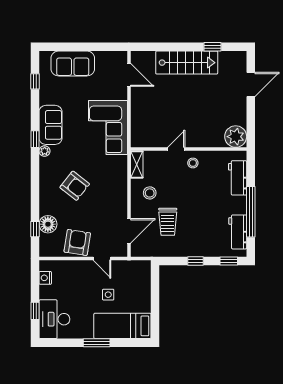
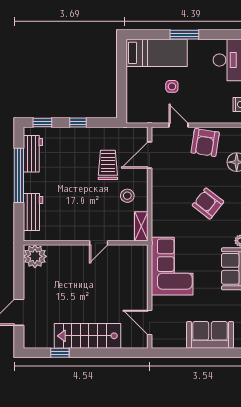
stool: (193, 163) -> (81, 228), removed

